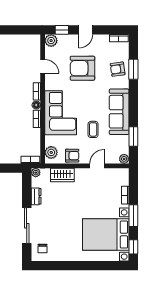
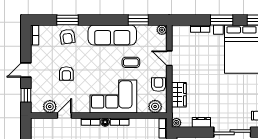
door: (86, 30) -> (26, 70), swing flipped
plant: (51, 41) -> (50, 107), moved
armchair: (82, 68) -> (66, 74), width x0.53, depth x0.53

